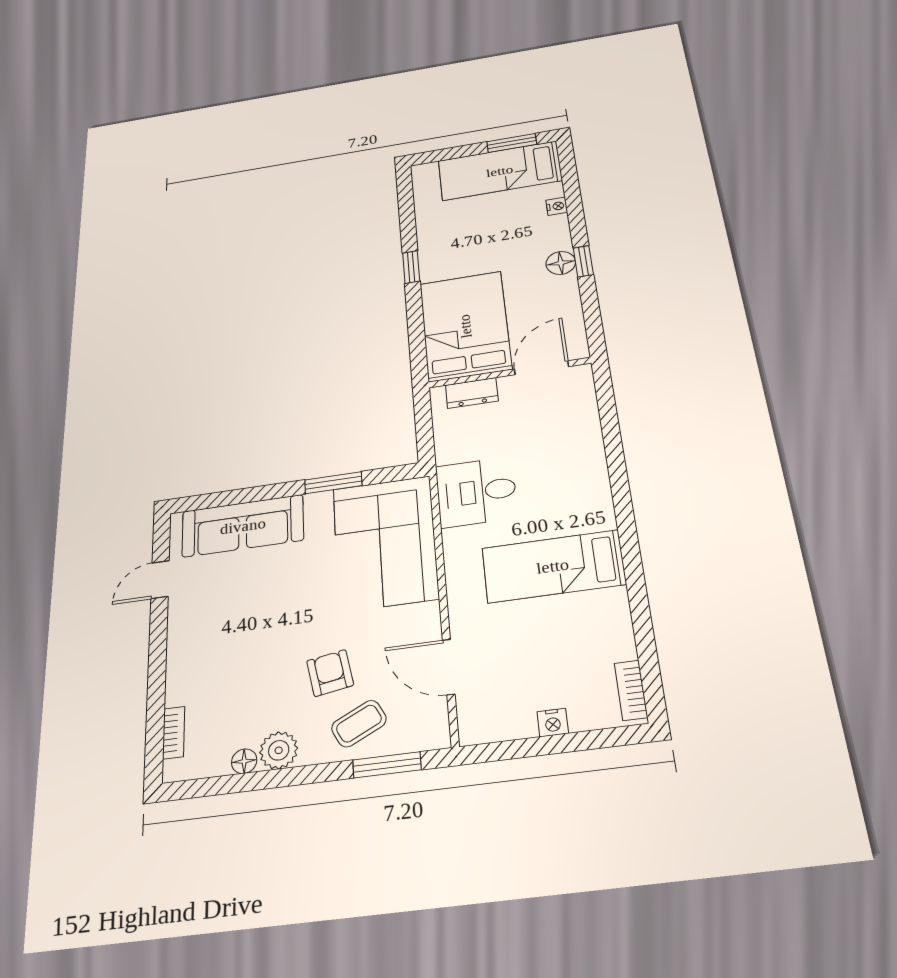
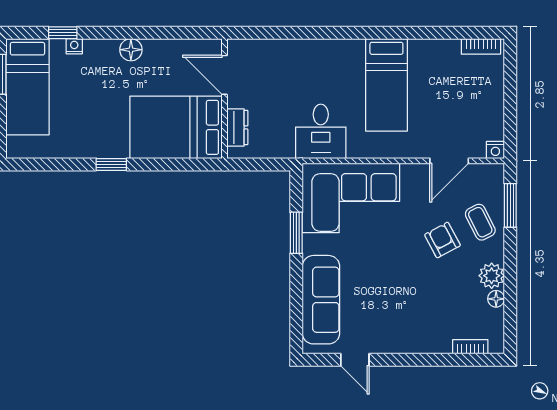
window: (583, 261) -> (63, 33), moved
armchair: (330, 673) -> (442, 240), turned 72
nightstand: (553, 723) -> (495, 150), moved, turned 90

